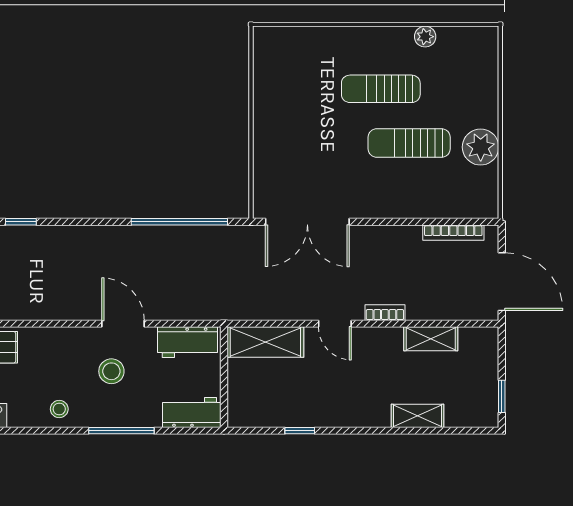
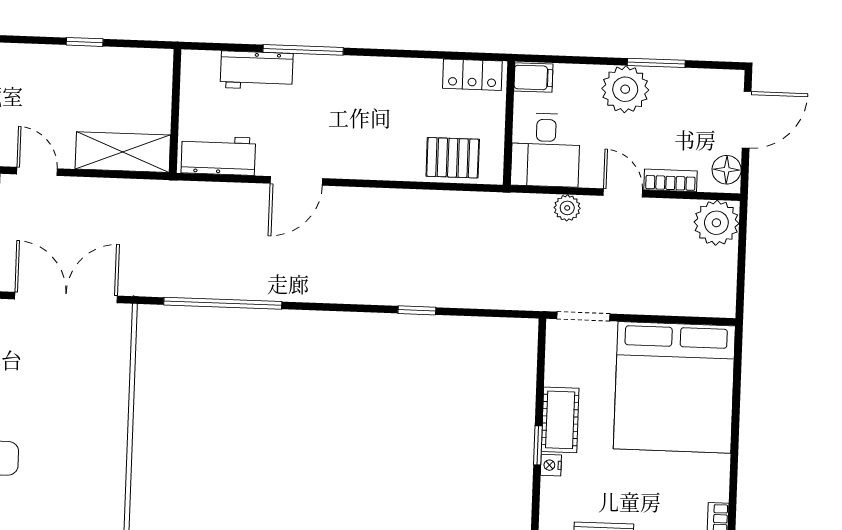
door: (123, 324) -> (296, 181), hinge flipped
stool: (111, 371) -> (313, 123), removed
stool: (59, 409) -> (378, 79), removed
workbench: (192, 413) -> (257, 70), moved

